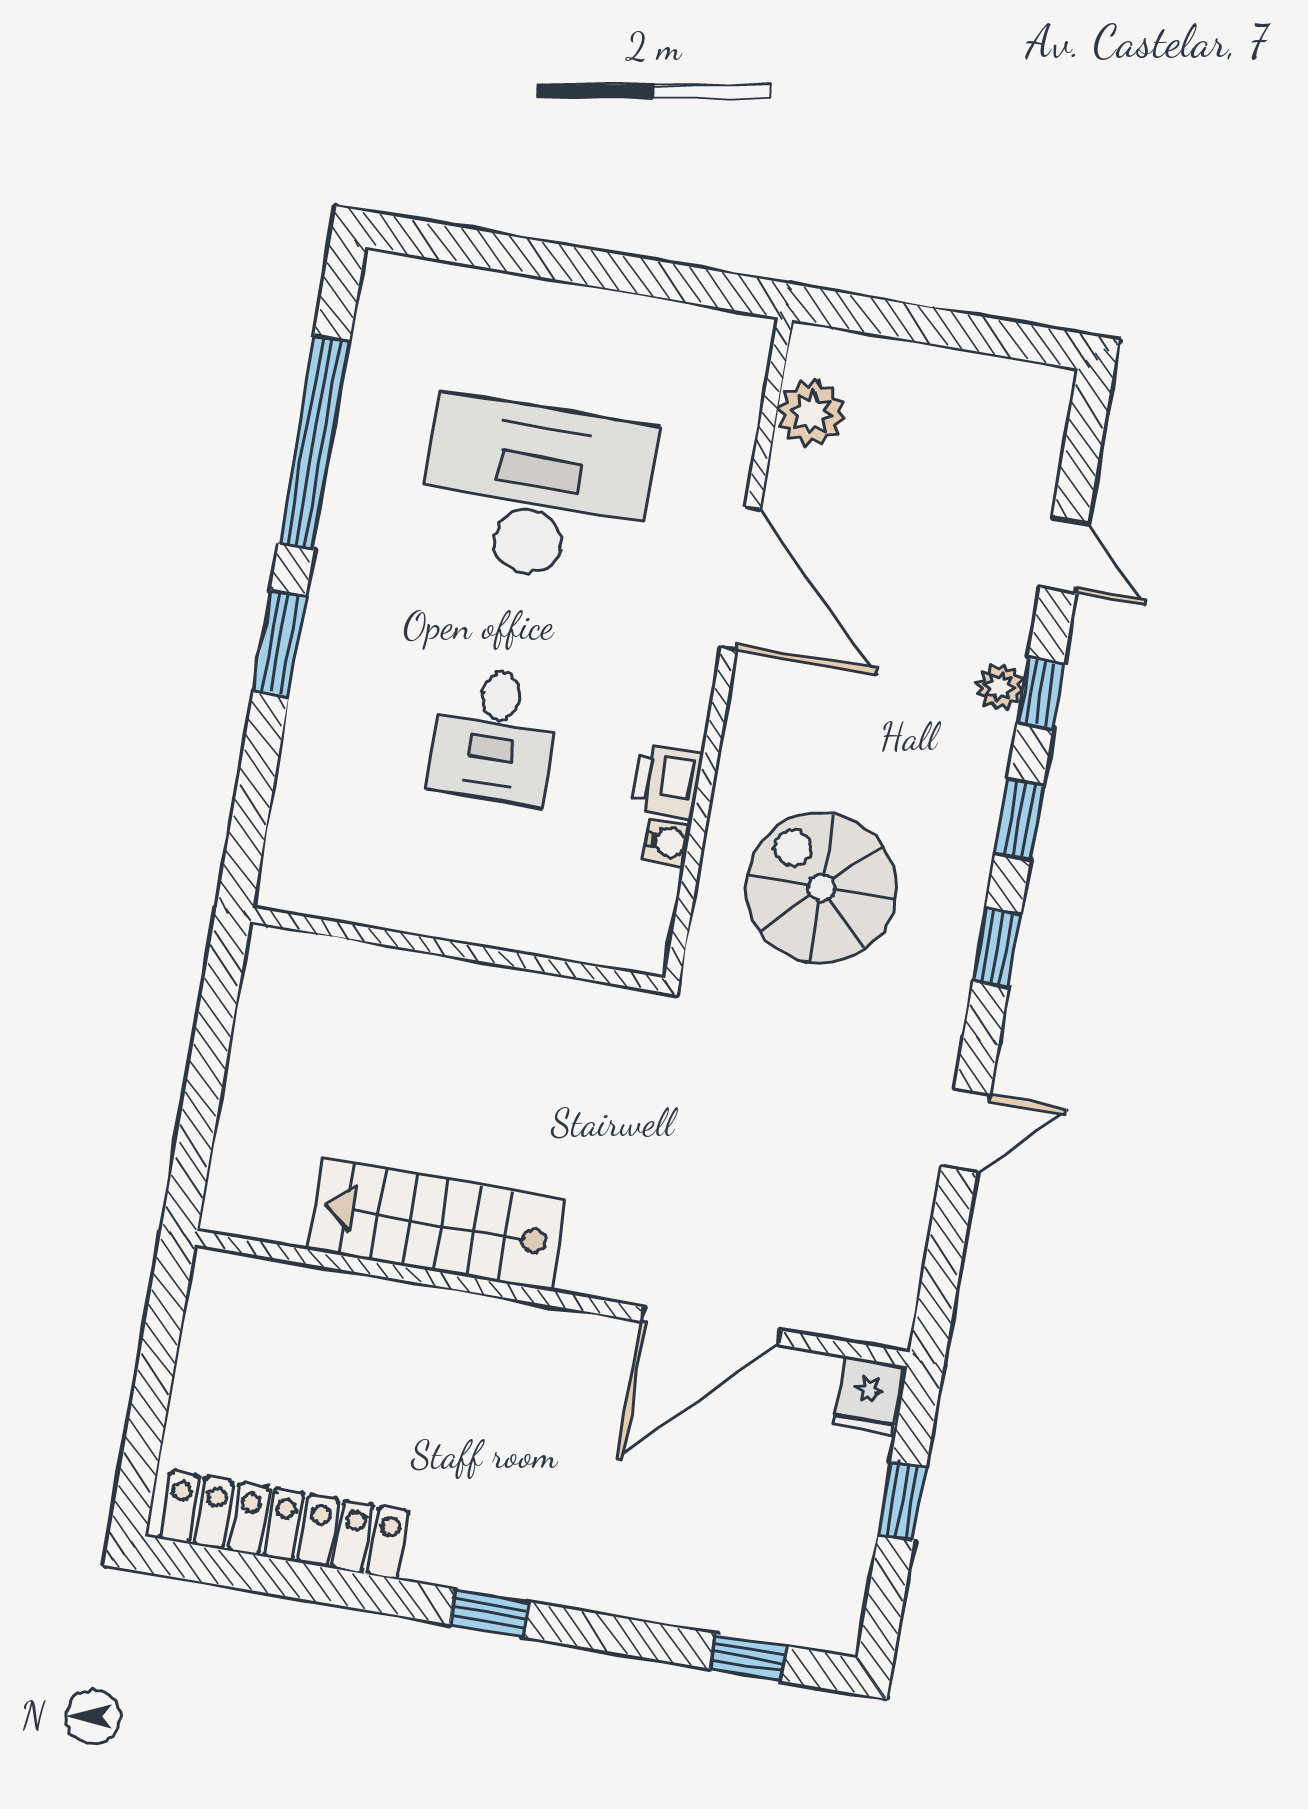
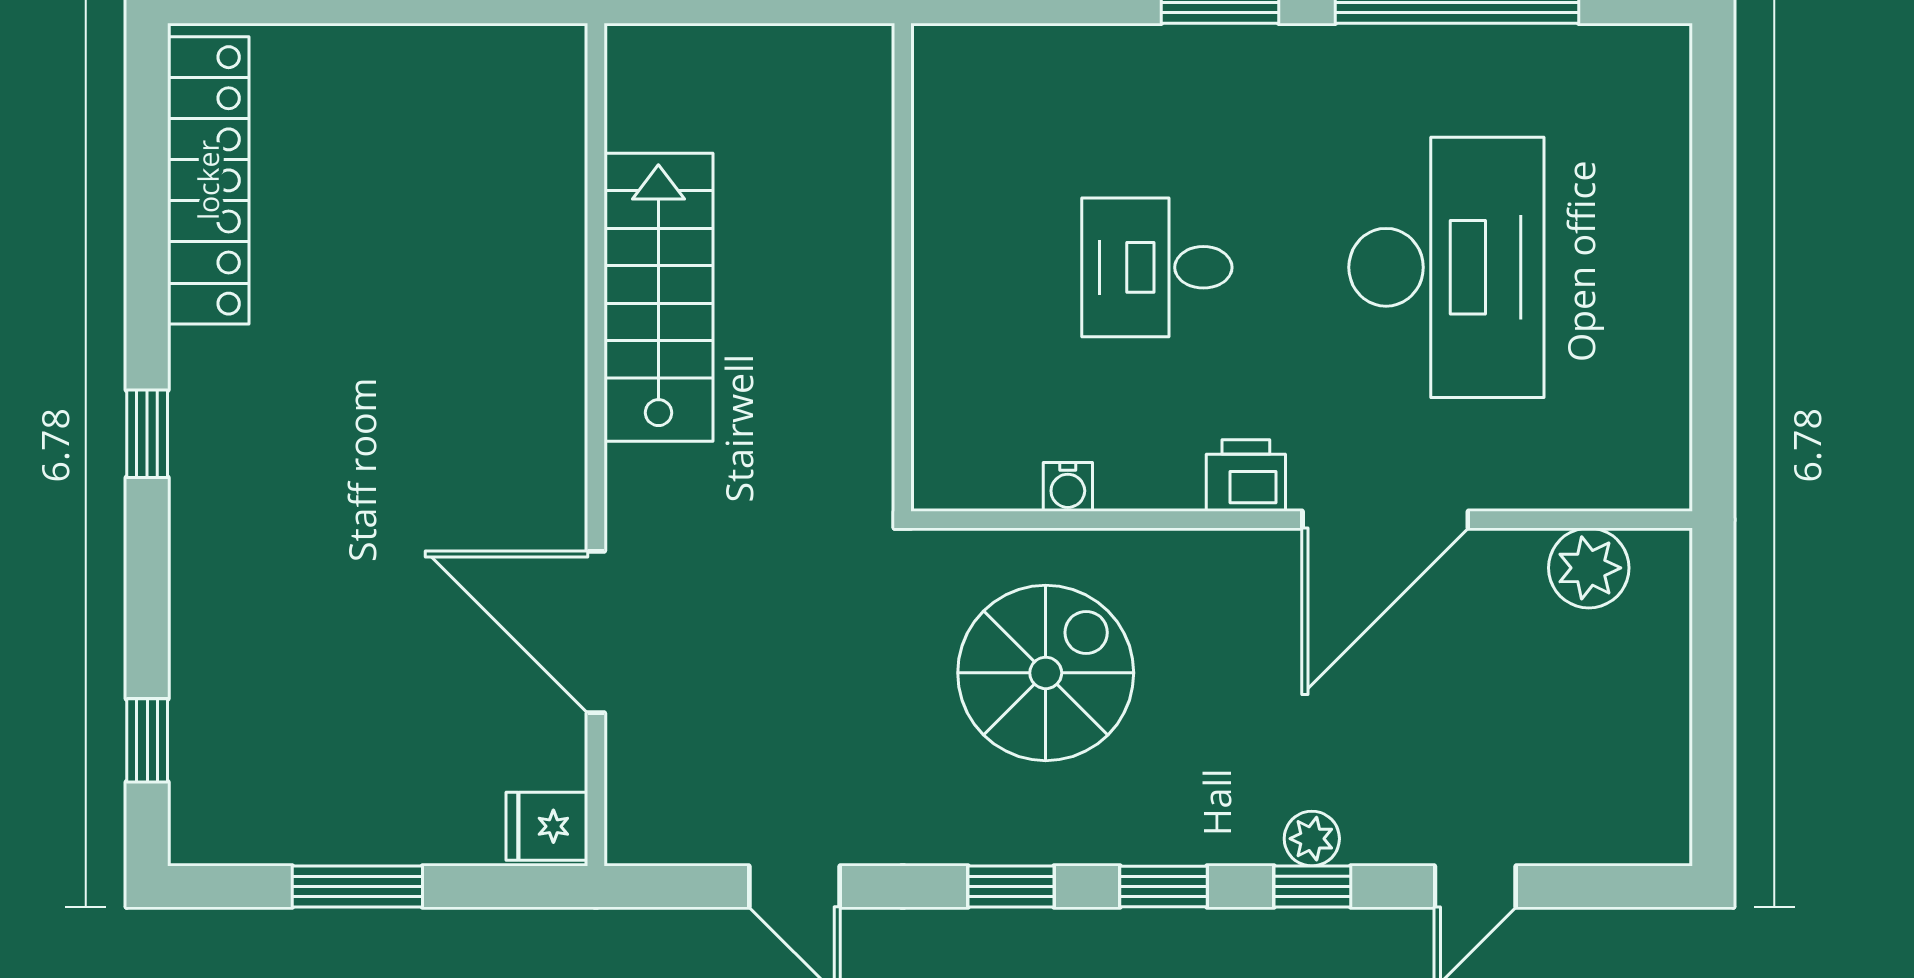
printer: (668, 782) -> (1246, 476), moved
stairs: (437, 1224) -> (658, 297), moved
wall: (552, 1299) -> (596, 445), moved
door: (711, 1326) -> (596, 632), moved
fridge: (868, 1395) -> (547, 826), moved
window: (902, 1501) -> (357, 887), width x1.50

